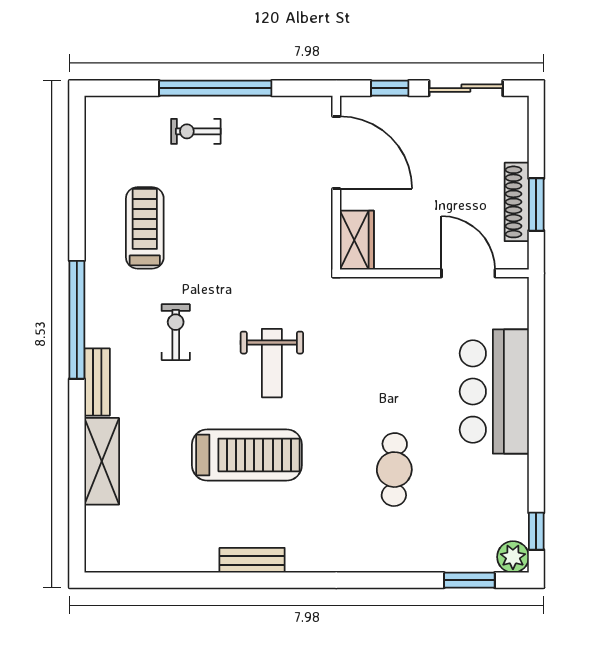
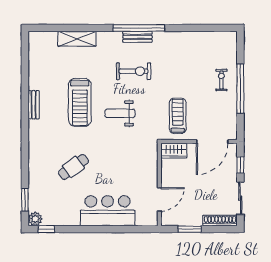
shoe rack: (517, 202) -> (220, 221), moved
treadmill: (145, 228) -> (178, 116), moved, turned -90
exercise bike: (176, 332) -> (134, 71), width x1.38, depth x1.39
bench: (97, 382) -> (137, 37), moved
cafe table: (394, 470) -> (73, 167), turned -37

